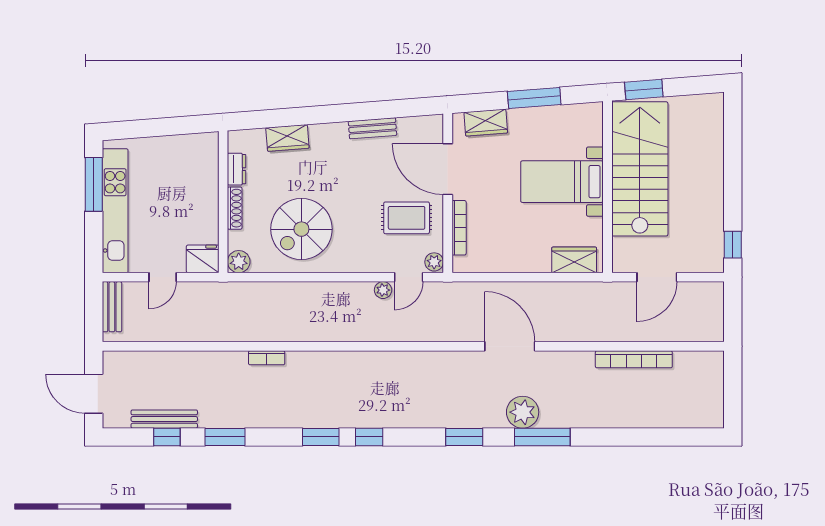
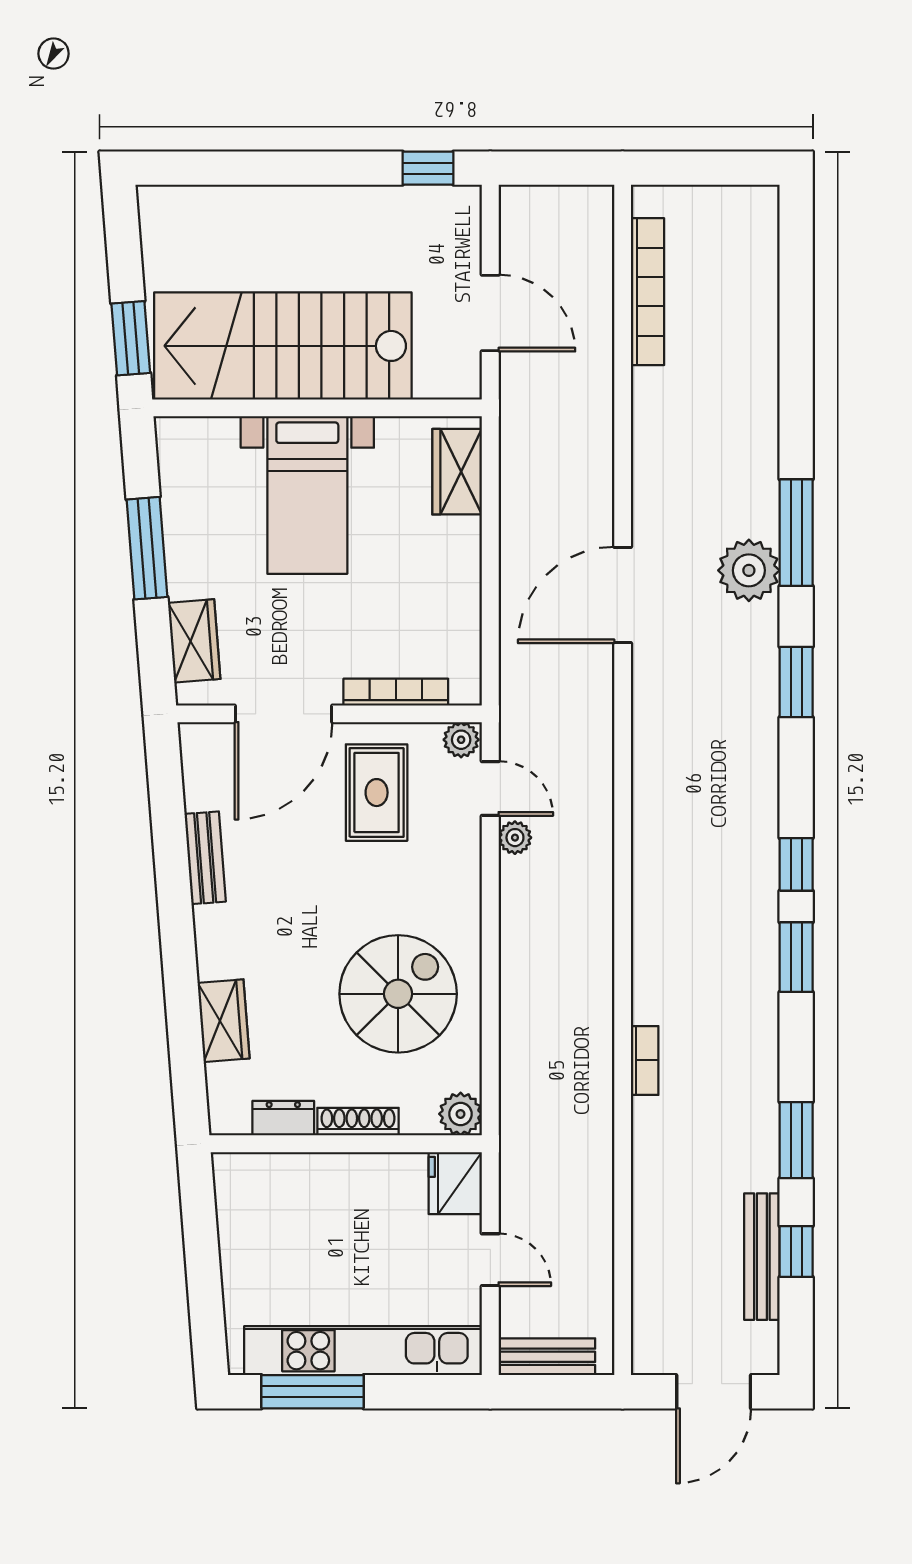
spiral stairs: (301, 229) -> (398, 994), turned -90
bookcase: (634, 359) -> (647, 292), moved

